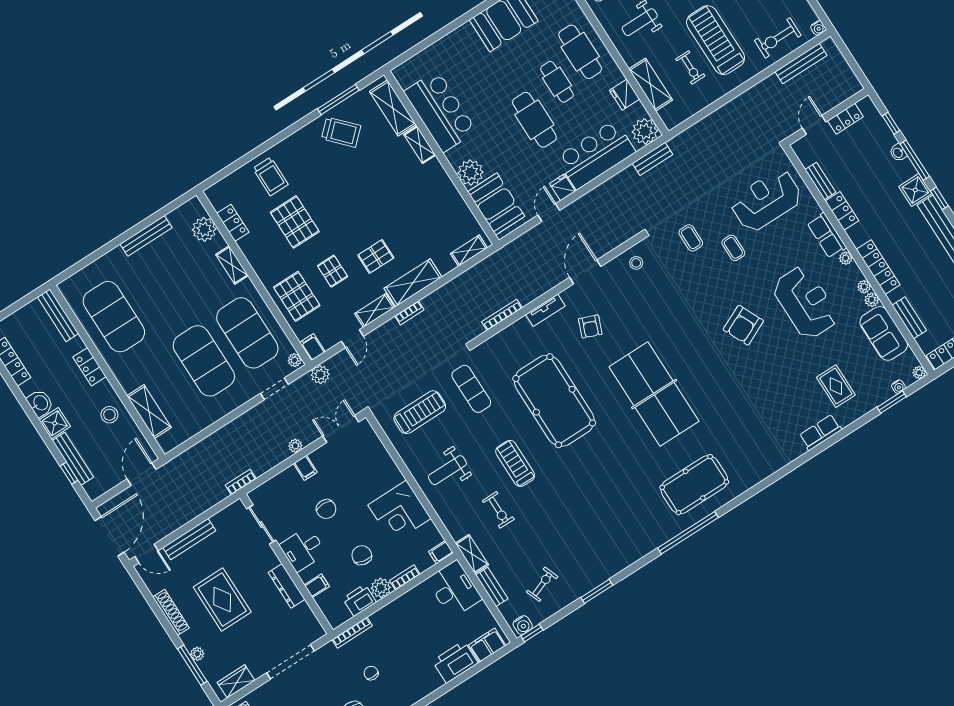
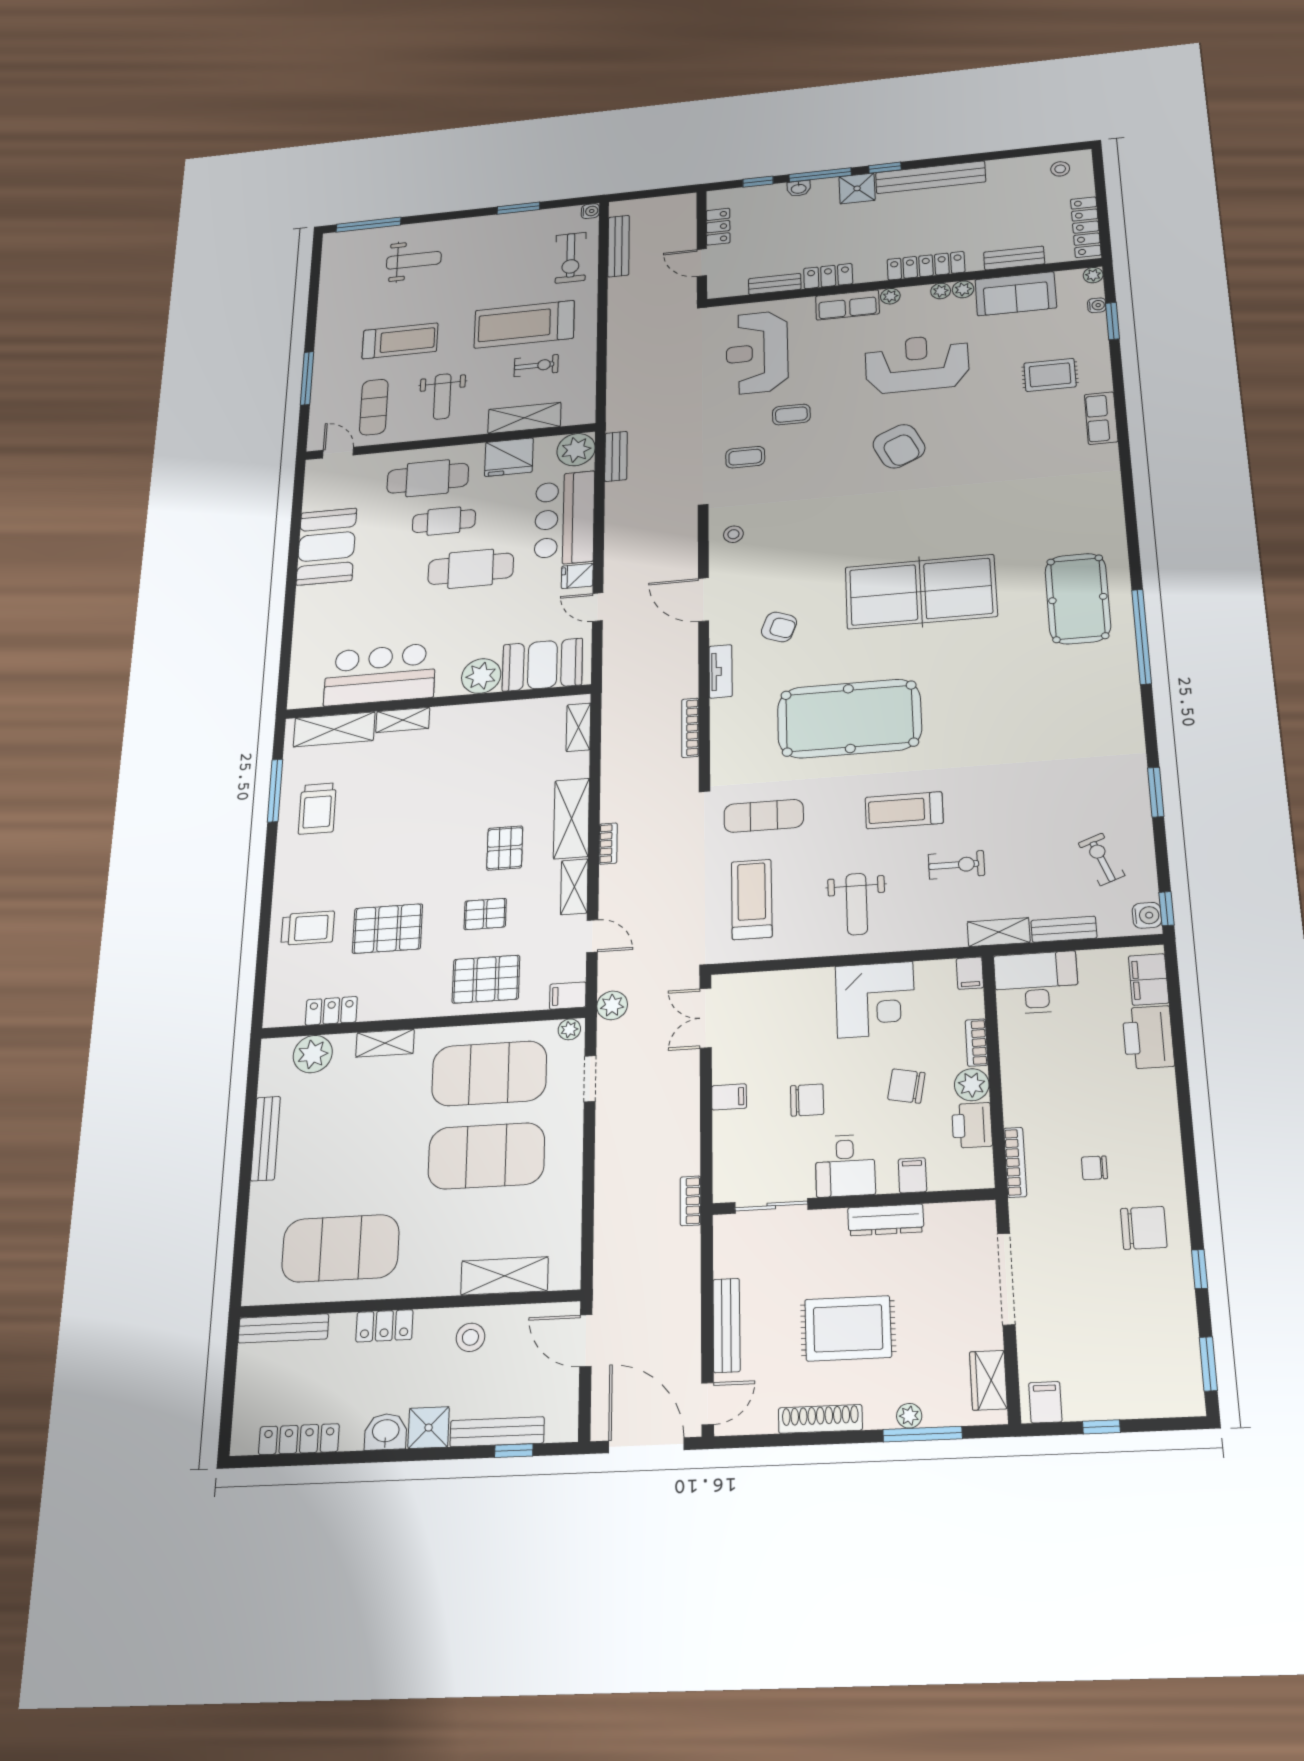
fridge: (625, 95) -> (509, 457), width x1.36, depth x1.34
trolley: (341, 132) -> (317, 808), turned 133
plant: (295, 446) -> (689, 1094), removed

